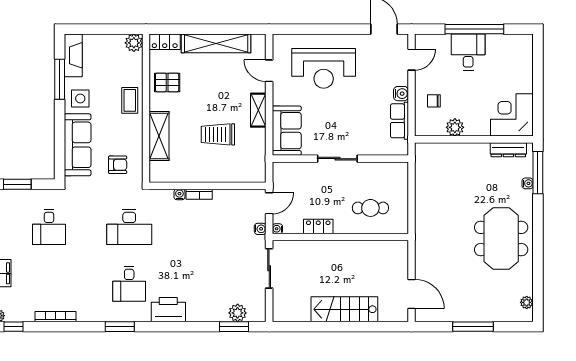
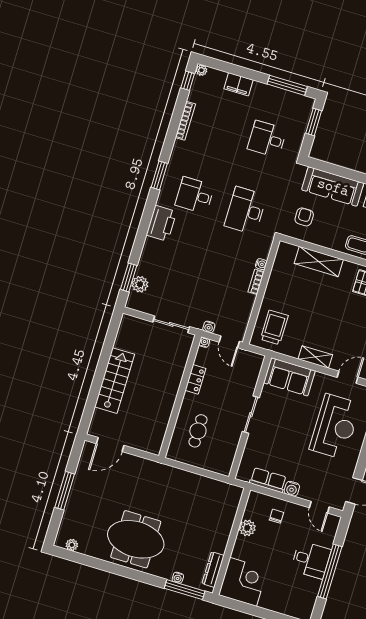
reception desk: (324, 68) -> (335, 426), turned 180
trolley: (218, 134) -> (274, 327), moved
armchair: (118, 165) -> (304, 217), turned 180

